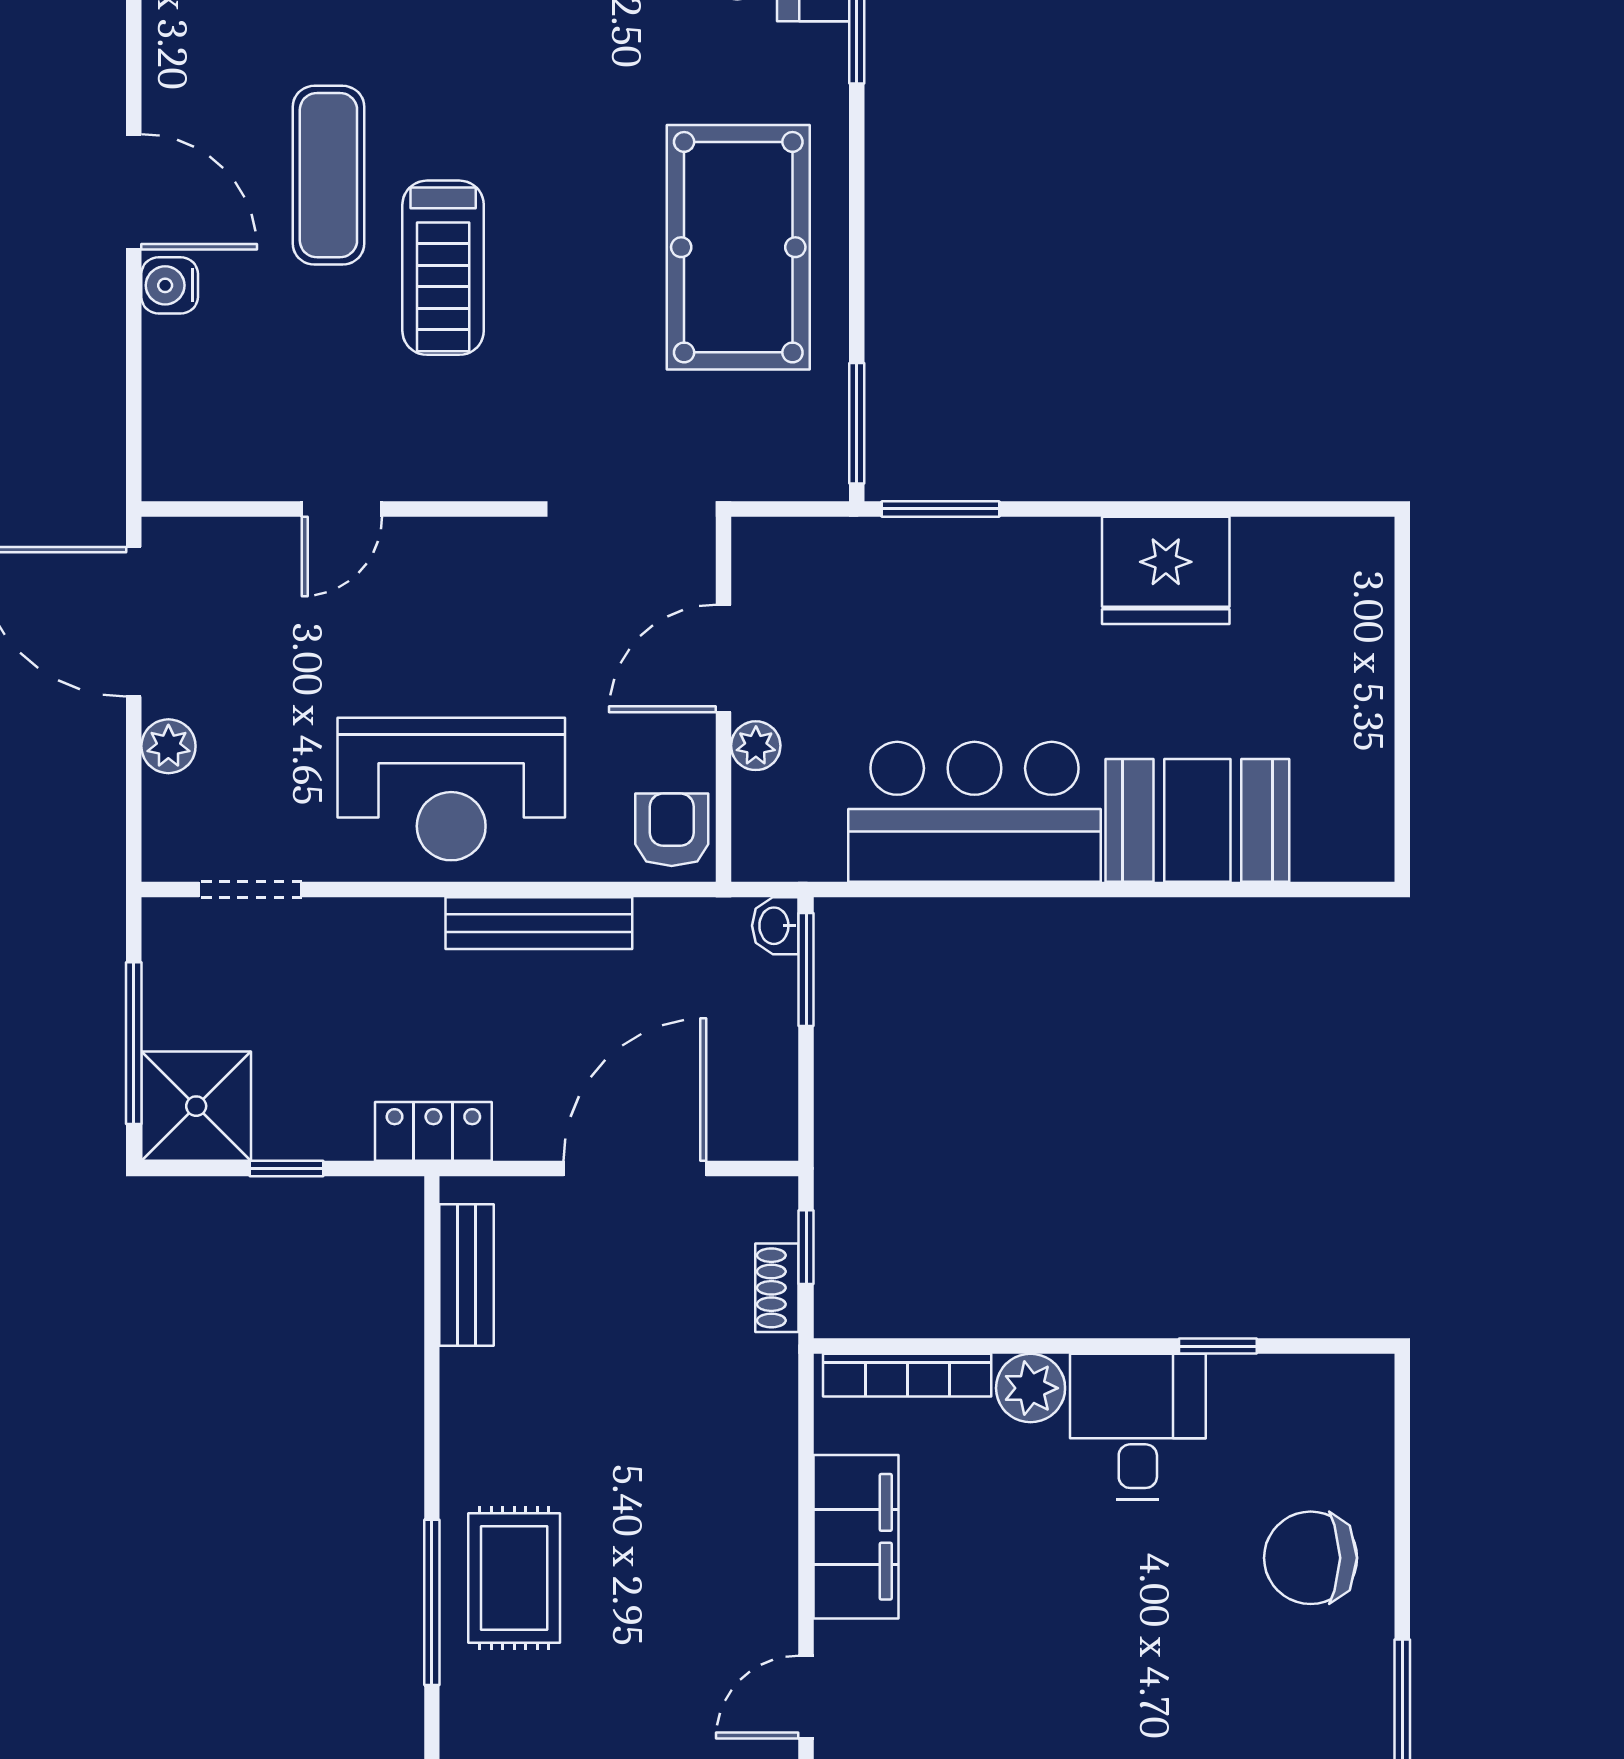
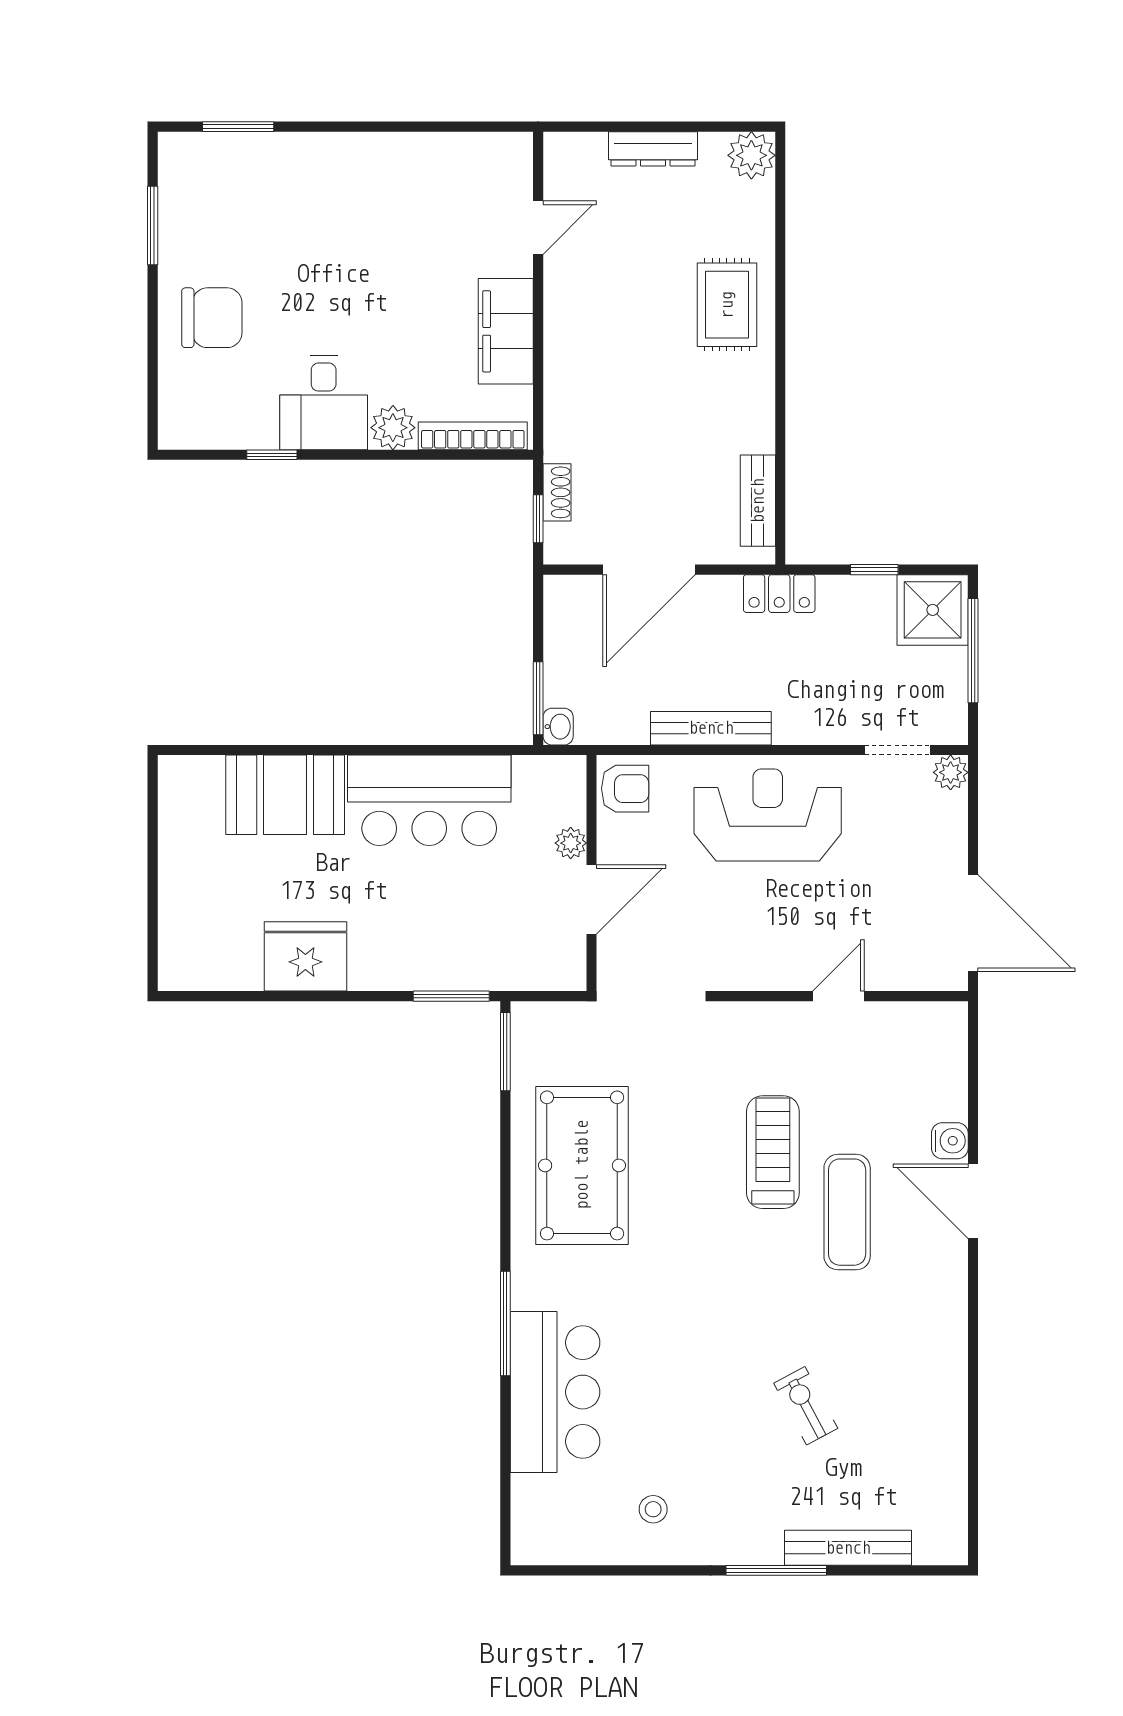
plant: (168, 746) -> (951, 772), moved
armchair: (672, 830) -> (625, 789), turned -90
window: (432, 1602) -> (780, 289), removed

